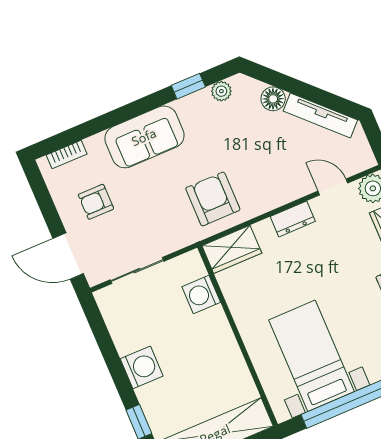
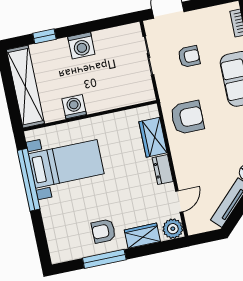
armchair: (96, 202) -> (189, 56), moved, turned 90
wardrobe: (232, 249) -> (153, 137), moved
washing machine: (201, 294) -> (74, 107), moved

